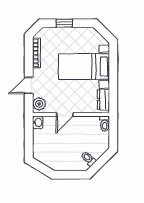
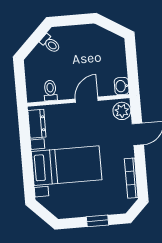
toilet: (105, 124) -> (50, 90), moved

